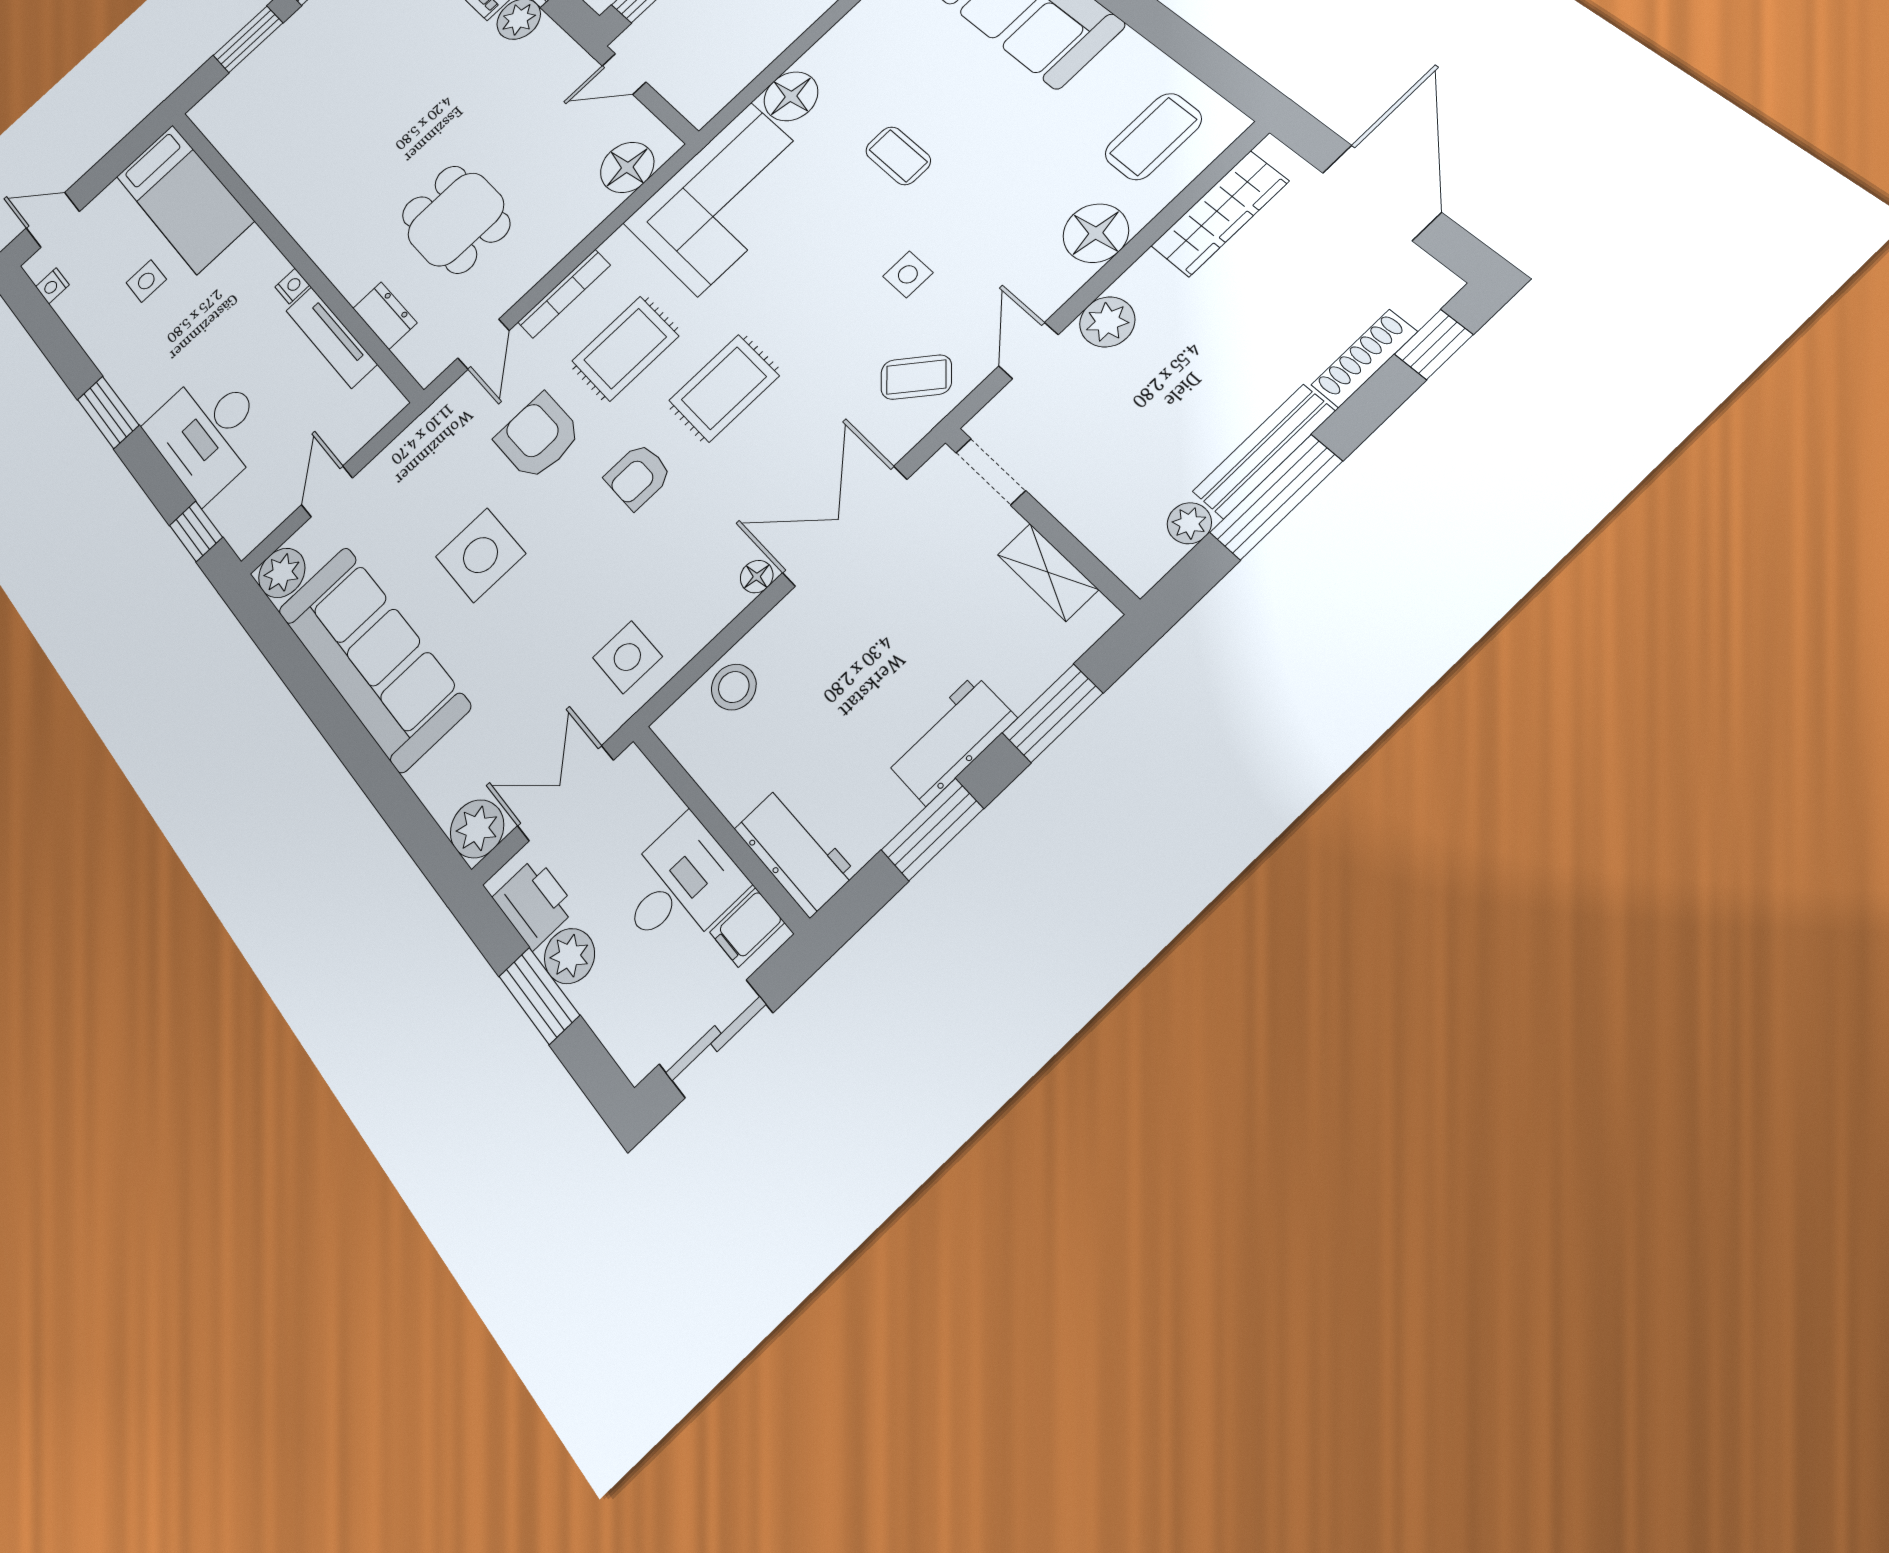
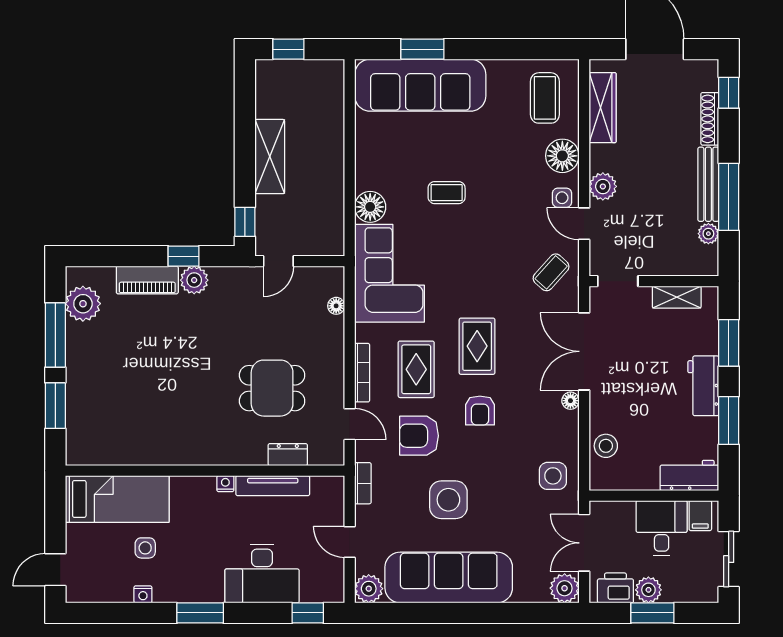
floor lamp: (627, 167) -> (336, 306), width x0.53, depth x0.53
side table: (908, 274) -> (562, 198), moved
nightstand: (52, 286) -> (143, 594), moved
bookcase: (418, 433) -> (363, 483), added

